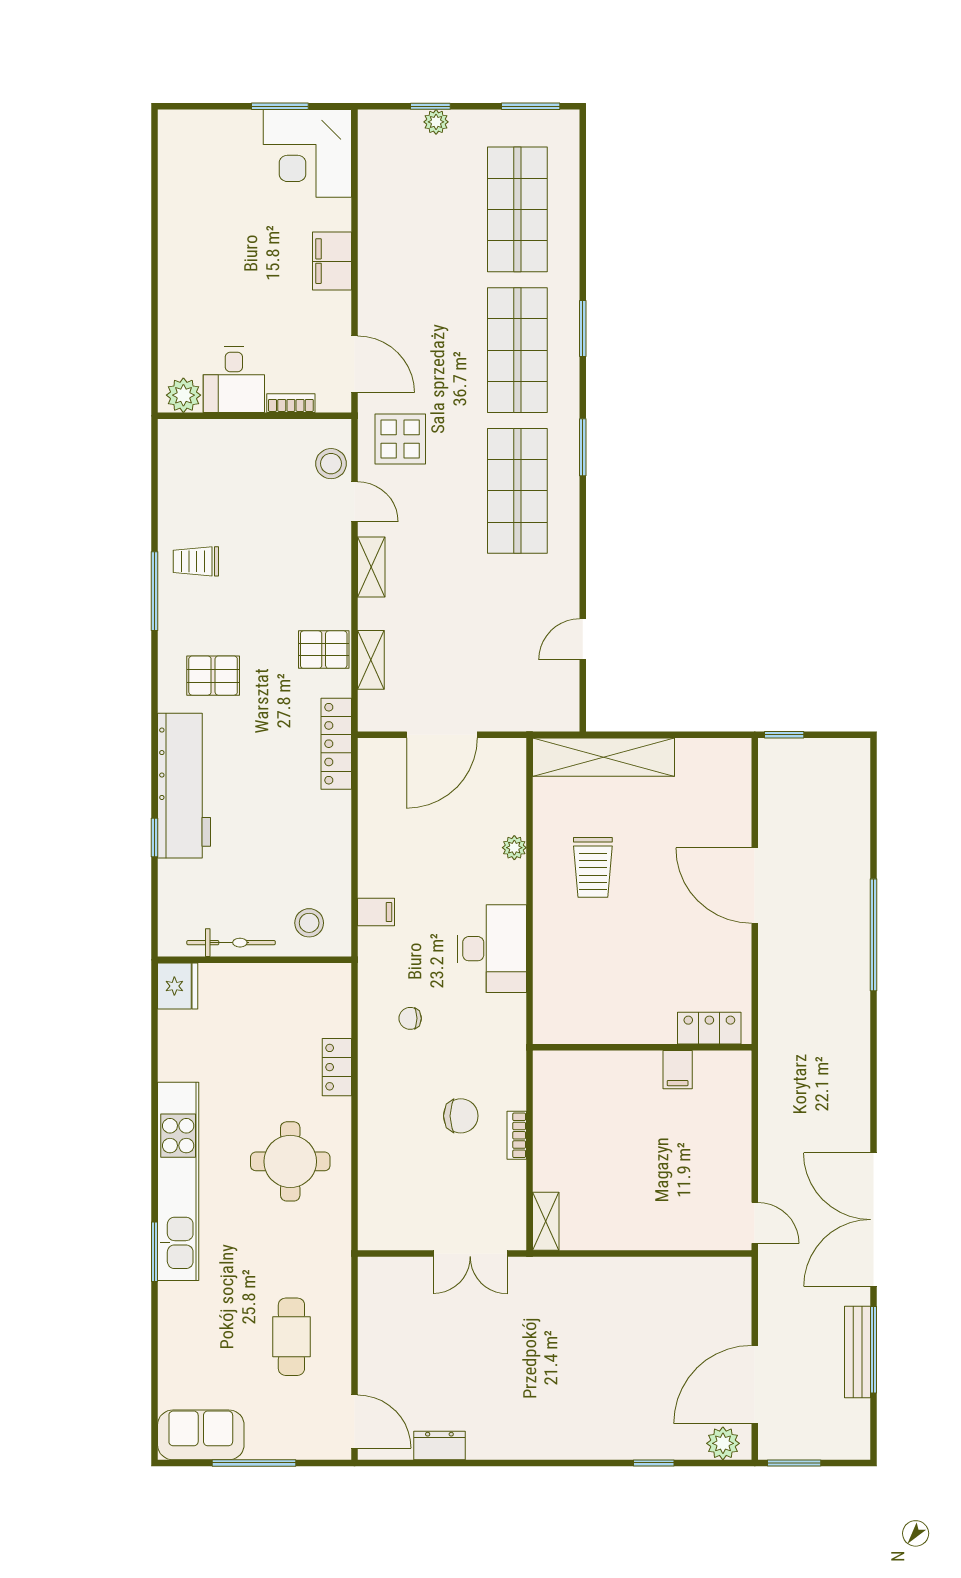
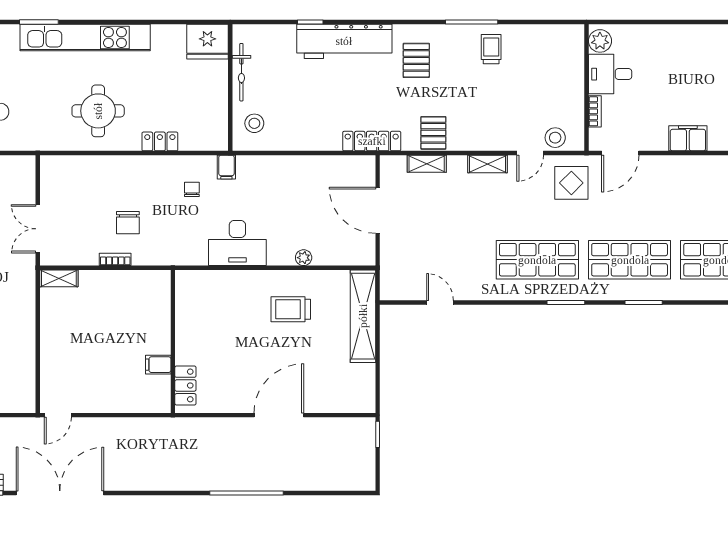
filing cabinet: (376, 912) -> (226, 167), moved
fridge: (178, 986) -> (207, 42), width x1.36, depth x1.34

